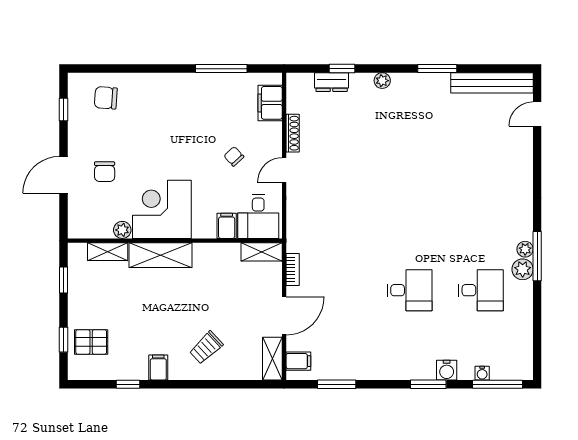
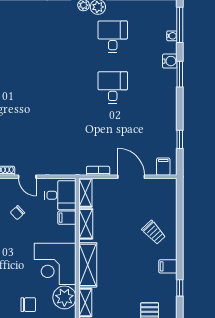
plant: (122, 230) -> (64, 297), width x1.88, depth x1.88
shelving: (272, 359) -> (86, 224), moved, turned 90
window: (337, 384) -> (180, 139), width x0.67

